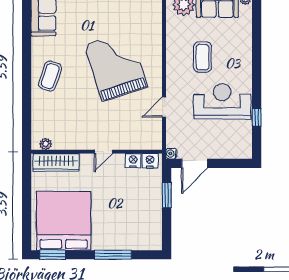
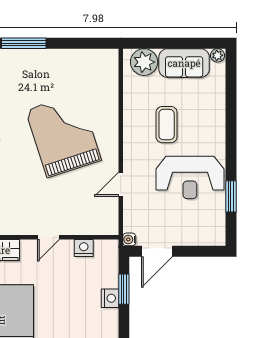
reception desk: (222, 101) -> (190, 177), turned 180
window: (257, 117) -> (231, 196), width x1.50
nightstand: (150, 161) -> (110, 298), moved, turned 90

